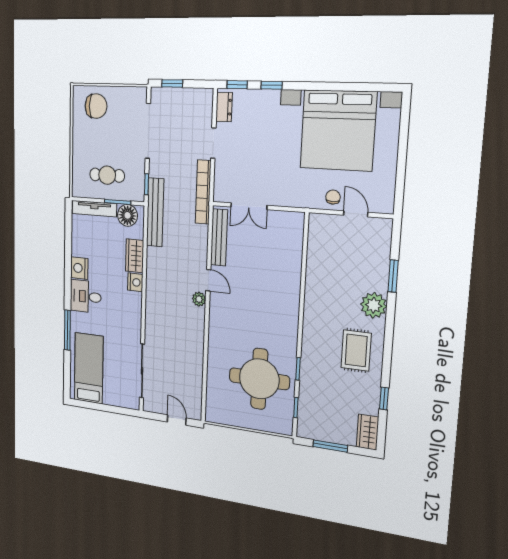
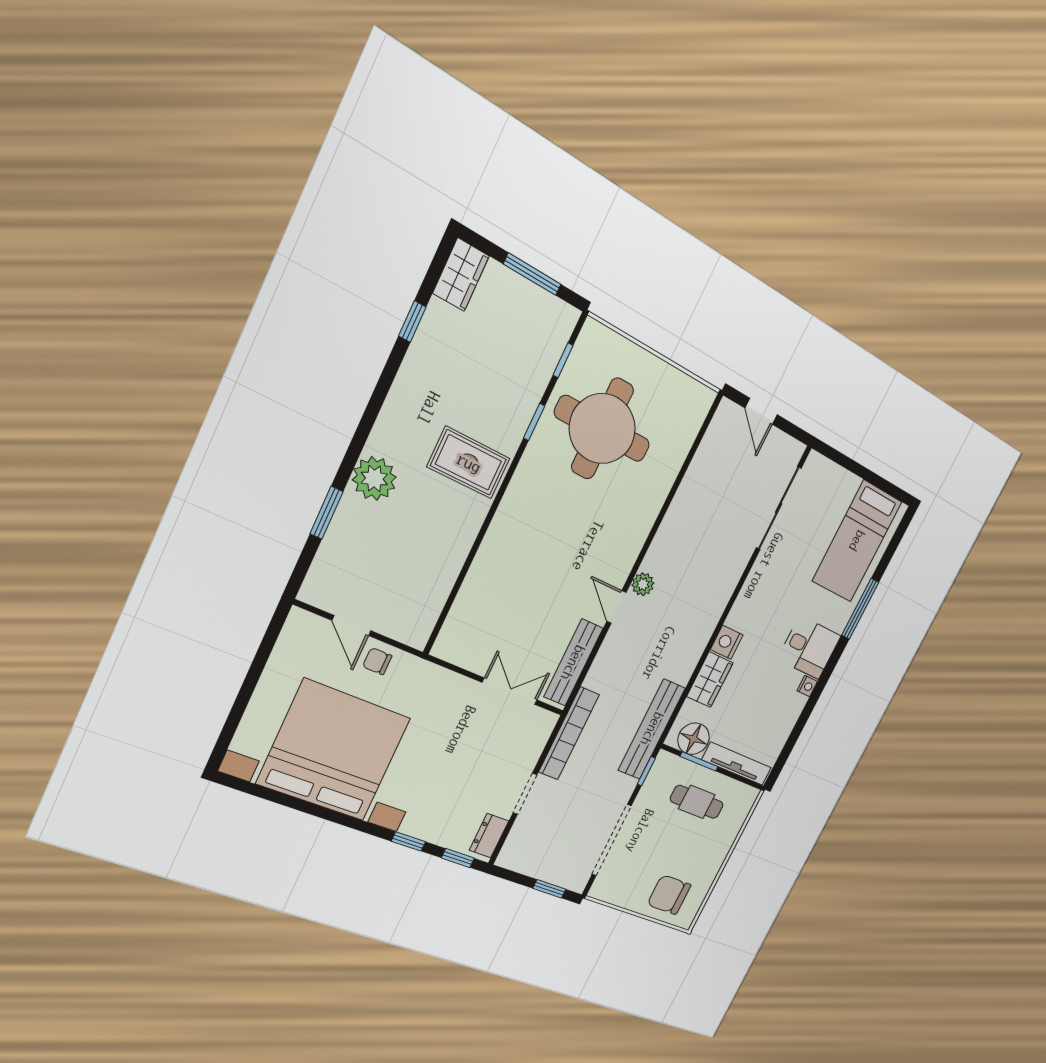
chair: (333, 197) -> (377, 661), turned 90
nightstand: (79, 268) -> (807, 686), width x0.53, depth x0.56
rug: (356, 350) -> (469, 463), moved, turned 90

